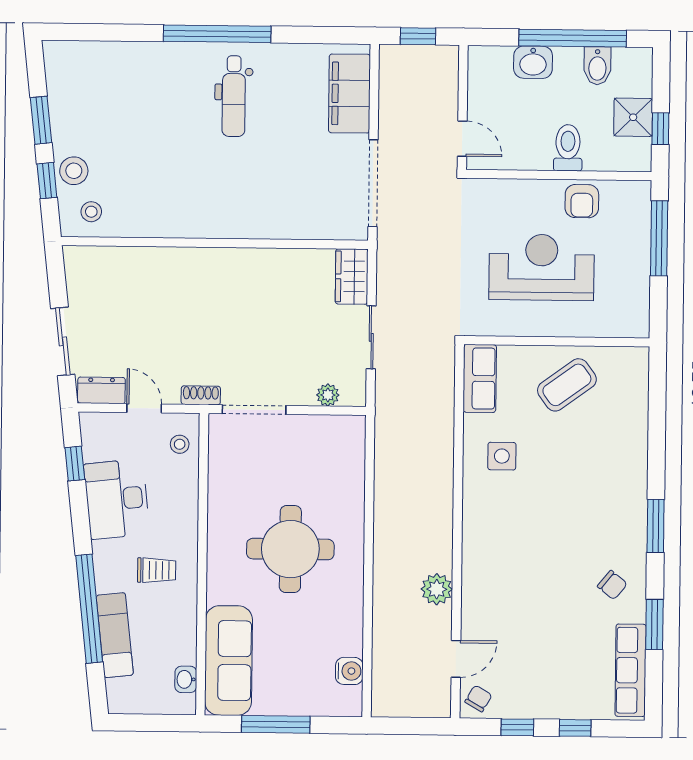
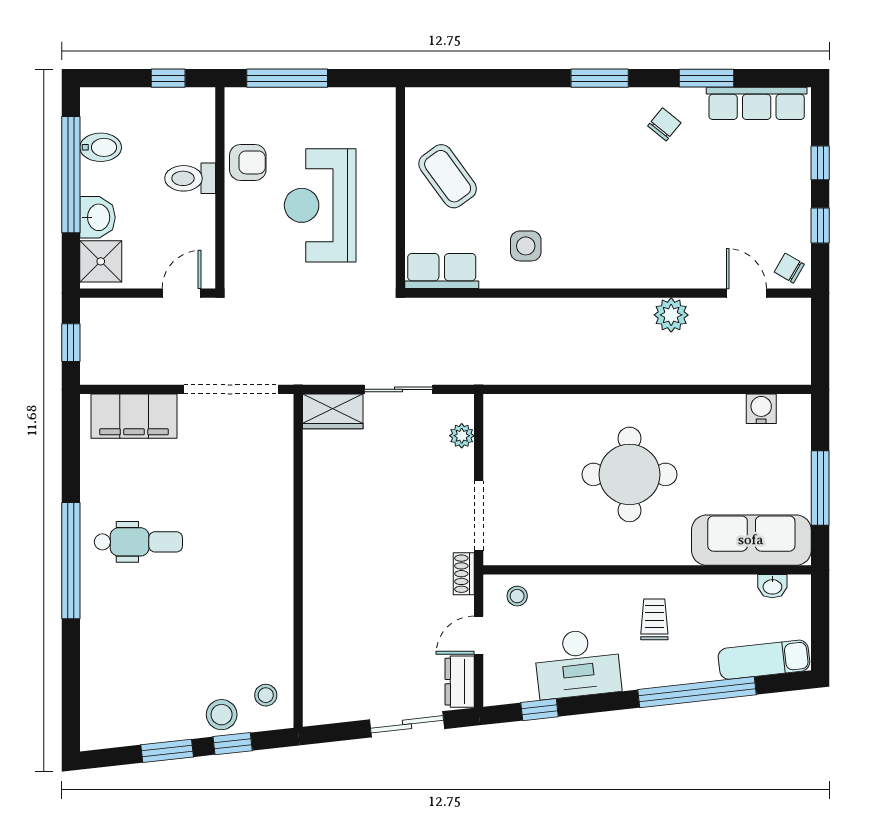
shower: (633, 117) -> (101, 261), moved
exam couch: (115, 635) -> (764, 660), moved

